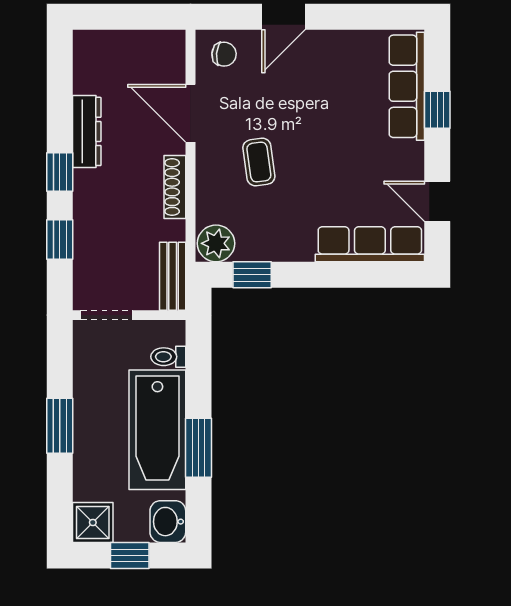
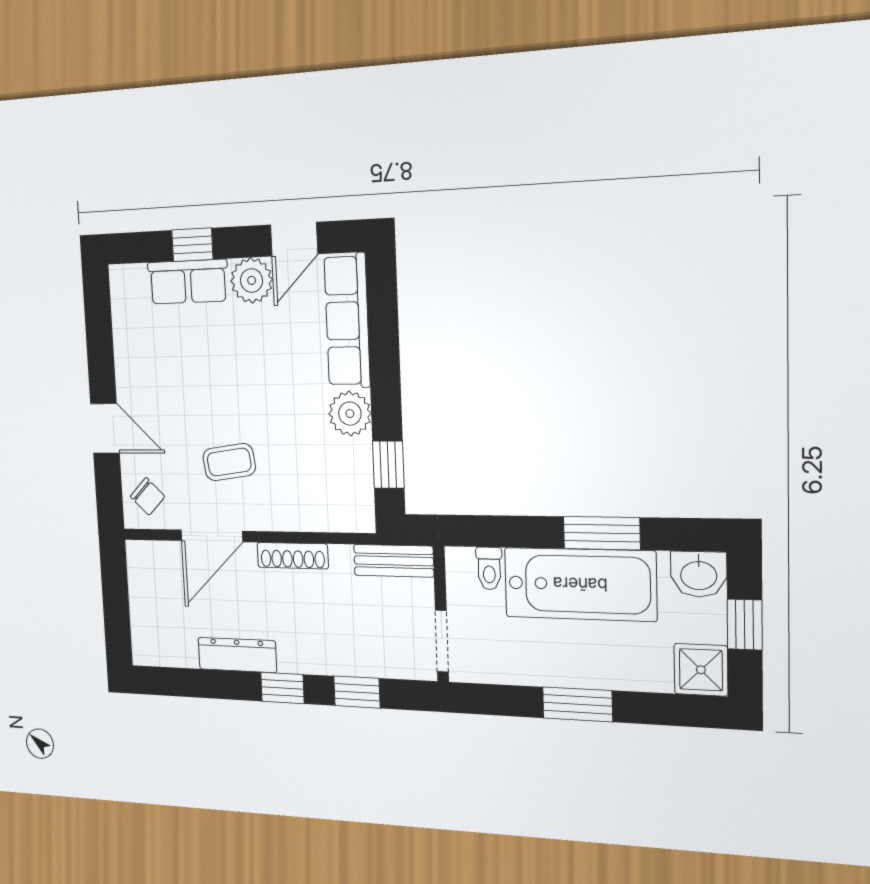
chair: (224, 54) -> (148, 496), turned 129
row of seats: (407, 86) -> (188, 282), width x0.68
coffee table: (259, 162) -> (229, 462), moved
plant: (406, 162) -> (252, 280), added
plant: (216, 243) -> (350, 414), moved

